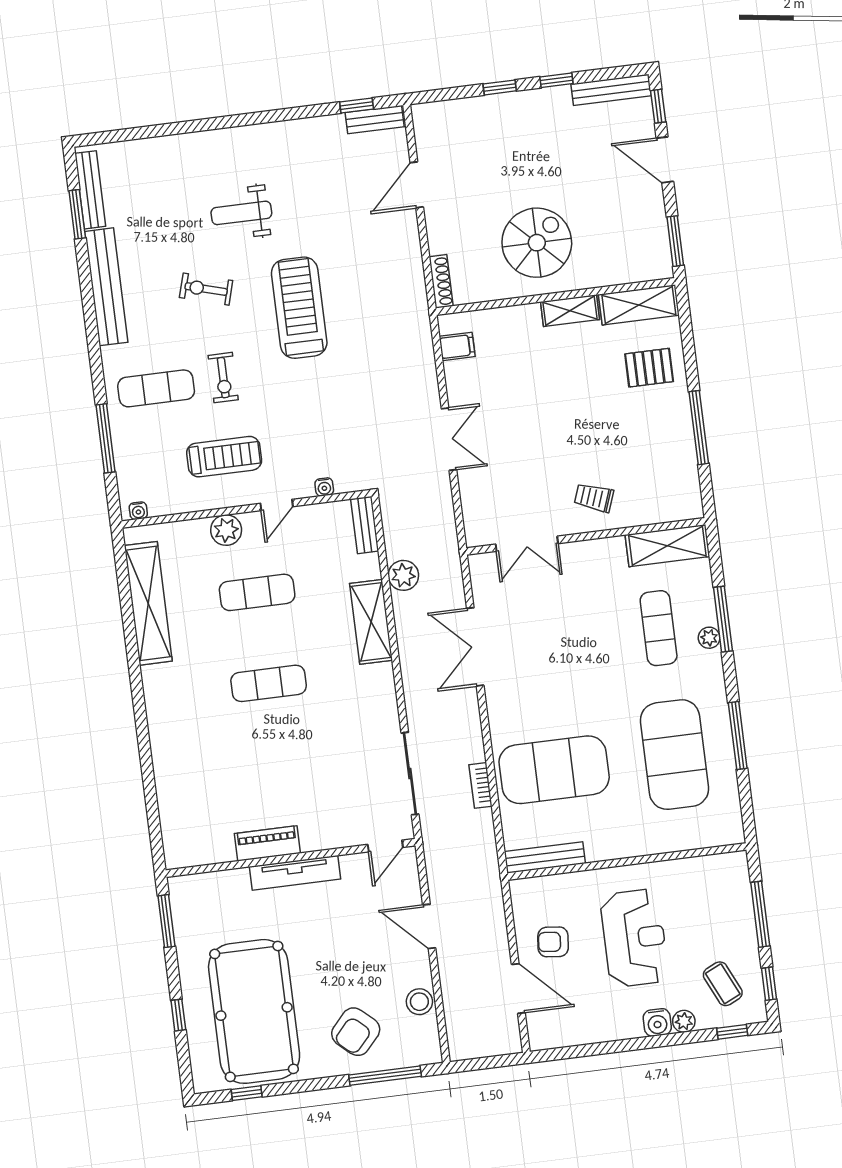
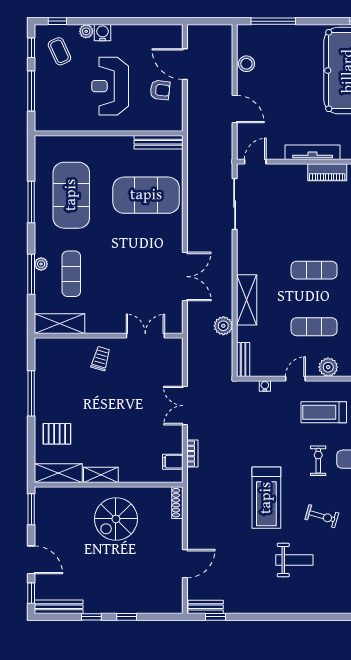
trolley: (594, 498) -> (101, 359), turned -94
bookcase: (481, 785) -> (192, 454), moved
armchair: (356, 1032) -> (288, 50), removed

